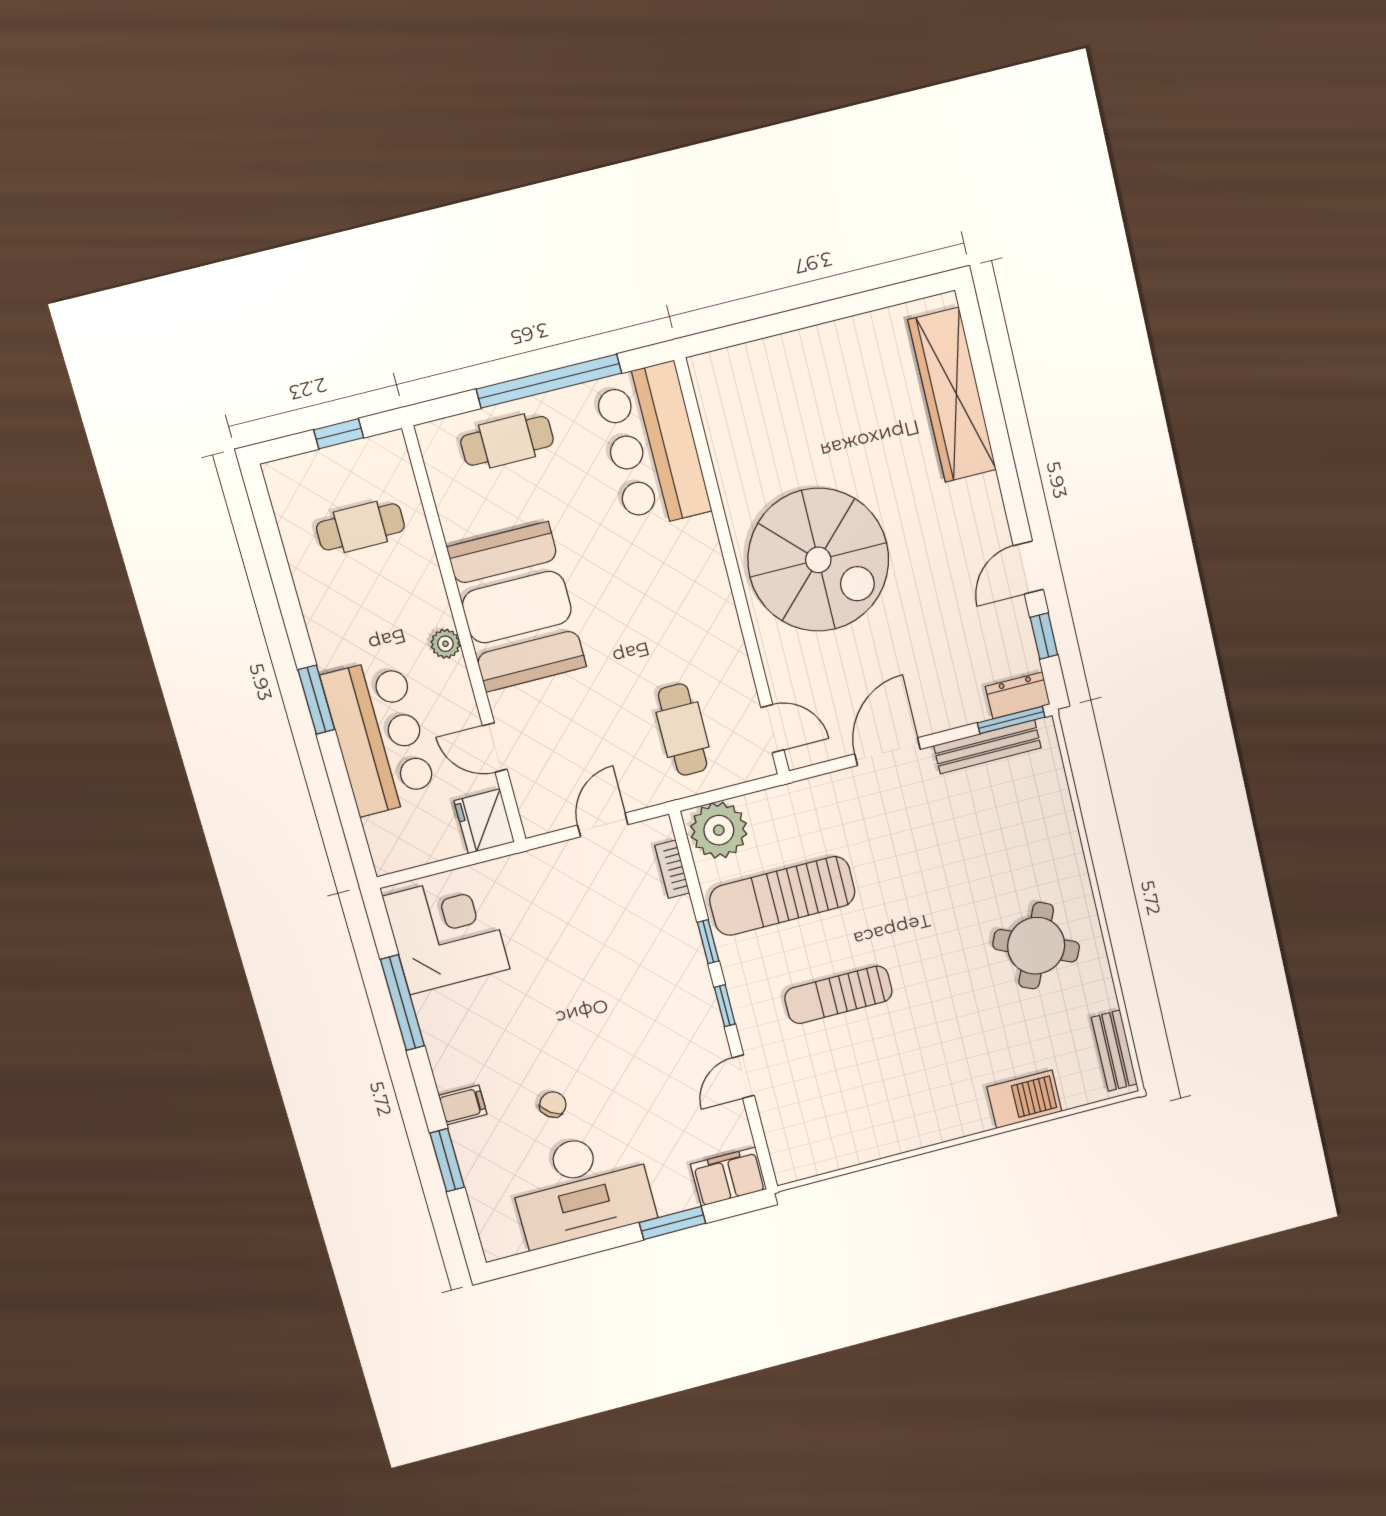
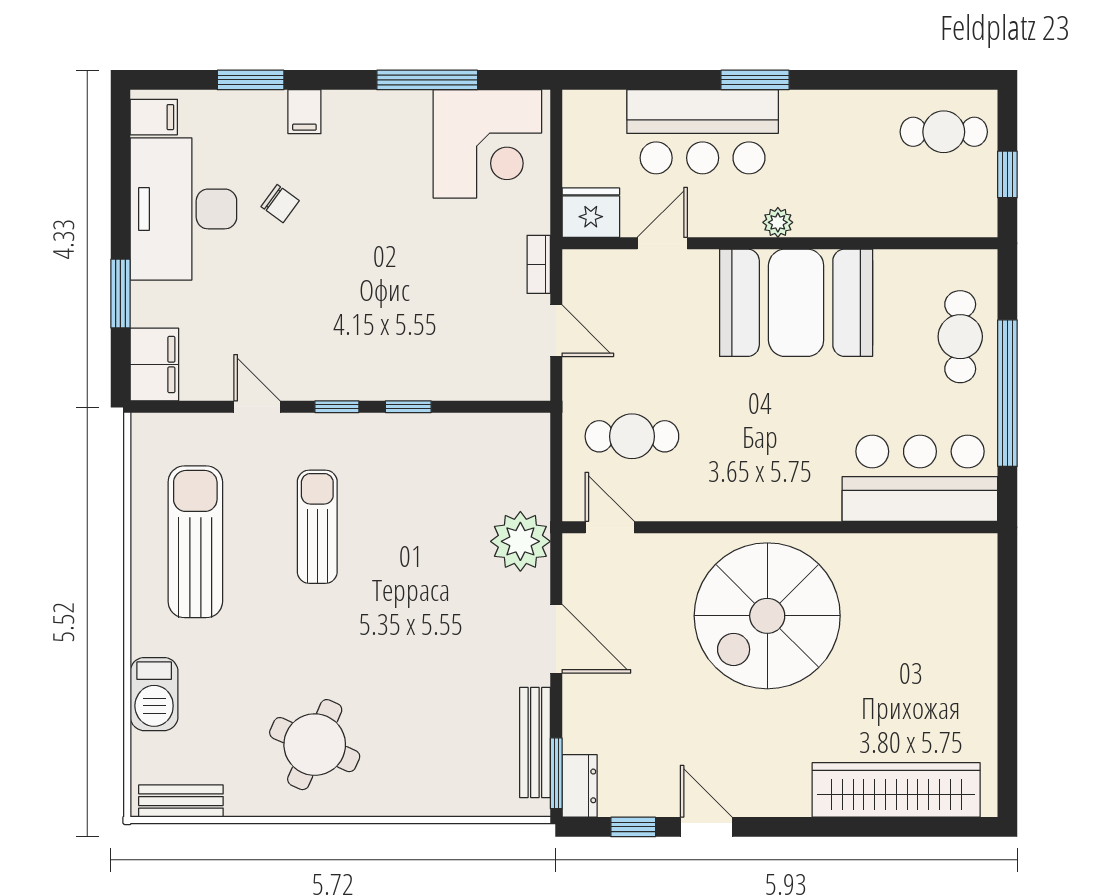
cafe table: (360, 527) -> (944, 132), moved, turned 90
door: (772, 729) -> (610, 527), swing flipped
plant: (719, 830) -> (520, 541), moved
bookcase: (672, 869) -> (539, 264), moved, turned -90
sun lounger: (782, 896) -> (195, 542), moved
filing cabinet: (505, 1236) -> (154, 117), added

